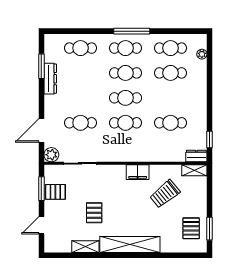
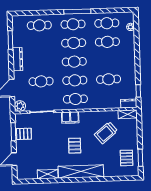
dresser: (50, 79) -> (18, 59), moved
cafe table: (126, 148) -> (75, 99), added
filing cabinet: (138, 172) -> (70, 117), moved
pallet: (94, 213) -> (75, 146), moved

